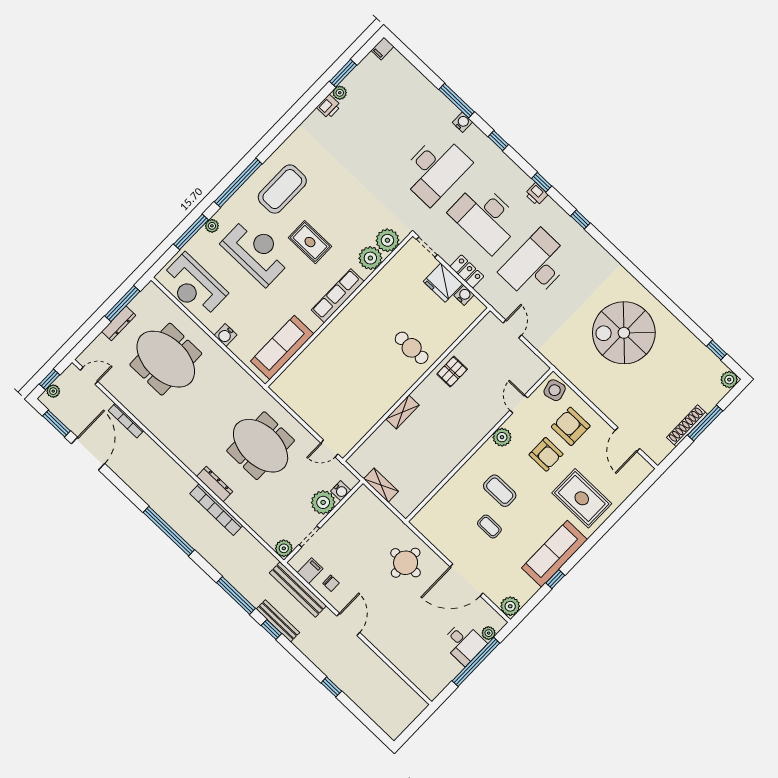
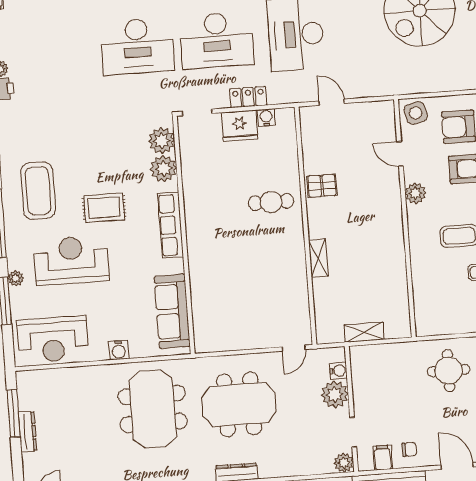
desk: (435, 169) -> (137, 46), turned 90
meeting table: (166, 359) -> (153, 409), moved, turned 90
pallet: (452, 372) -> (322, 186), turned 90

